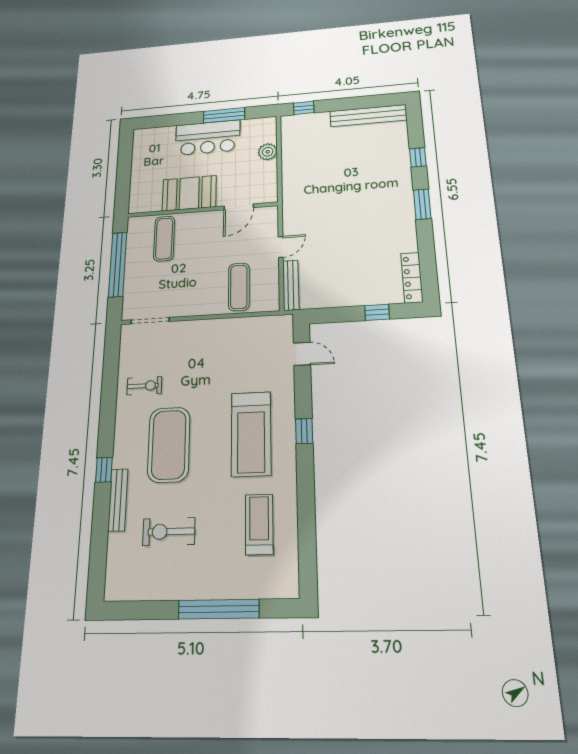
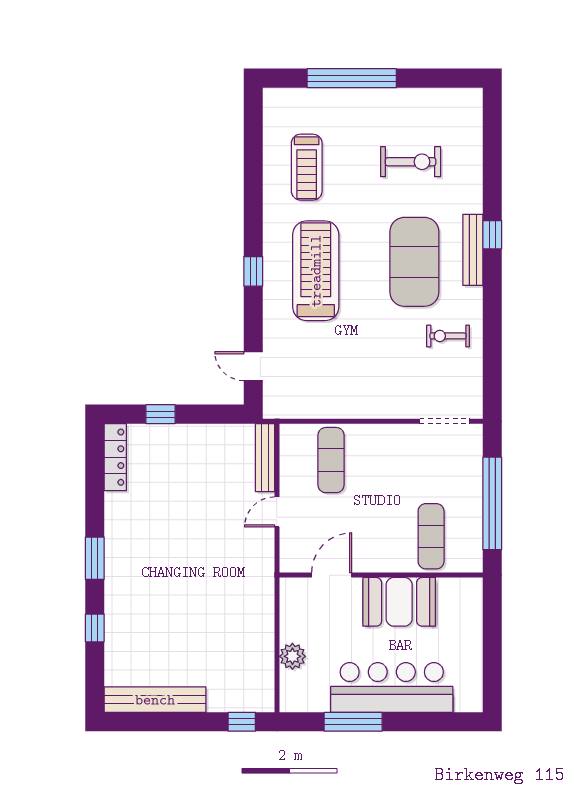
bar counter: (208, 138) -> (392, 687), width x1.36
bench: (118, 500) -> (473, 250), moved

